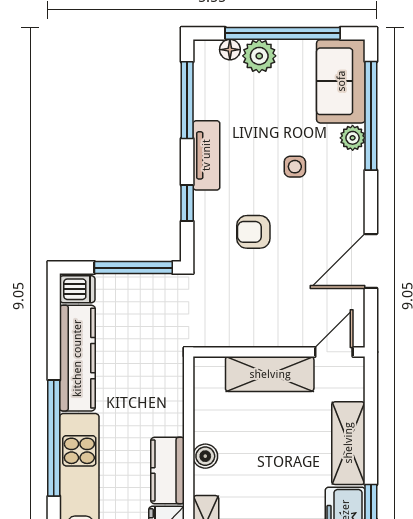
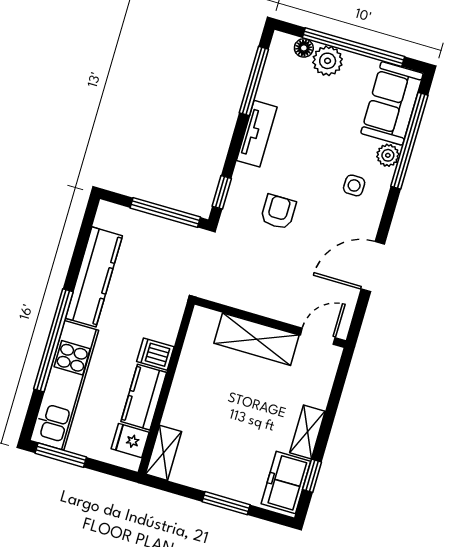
side table: (295, 167) -> (354, 185), moved
window: (187, 203) -> (222, 192), moved
armchair: (253, 232) -> (278, 212), turned 90
dishwasher: (77, 289) -> (155, 354), moved, turned 180
shelving: (348, 443) -> (307, 432), width x0.67, depth x0.75
boiler: (205, 456) -> (180, 394), removed

